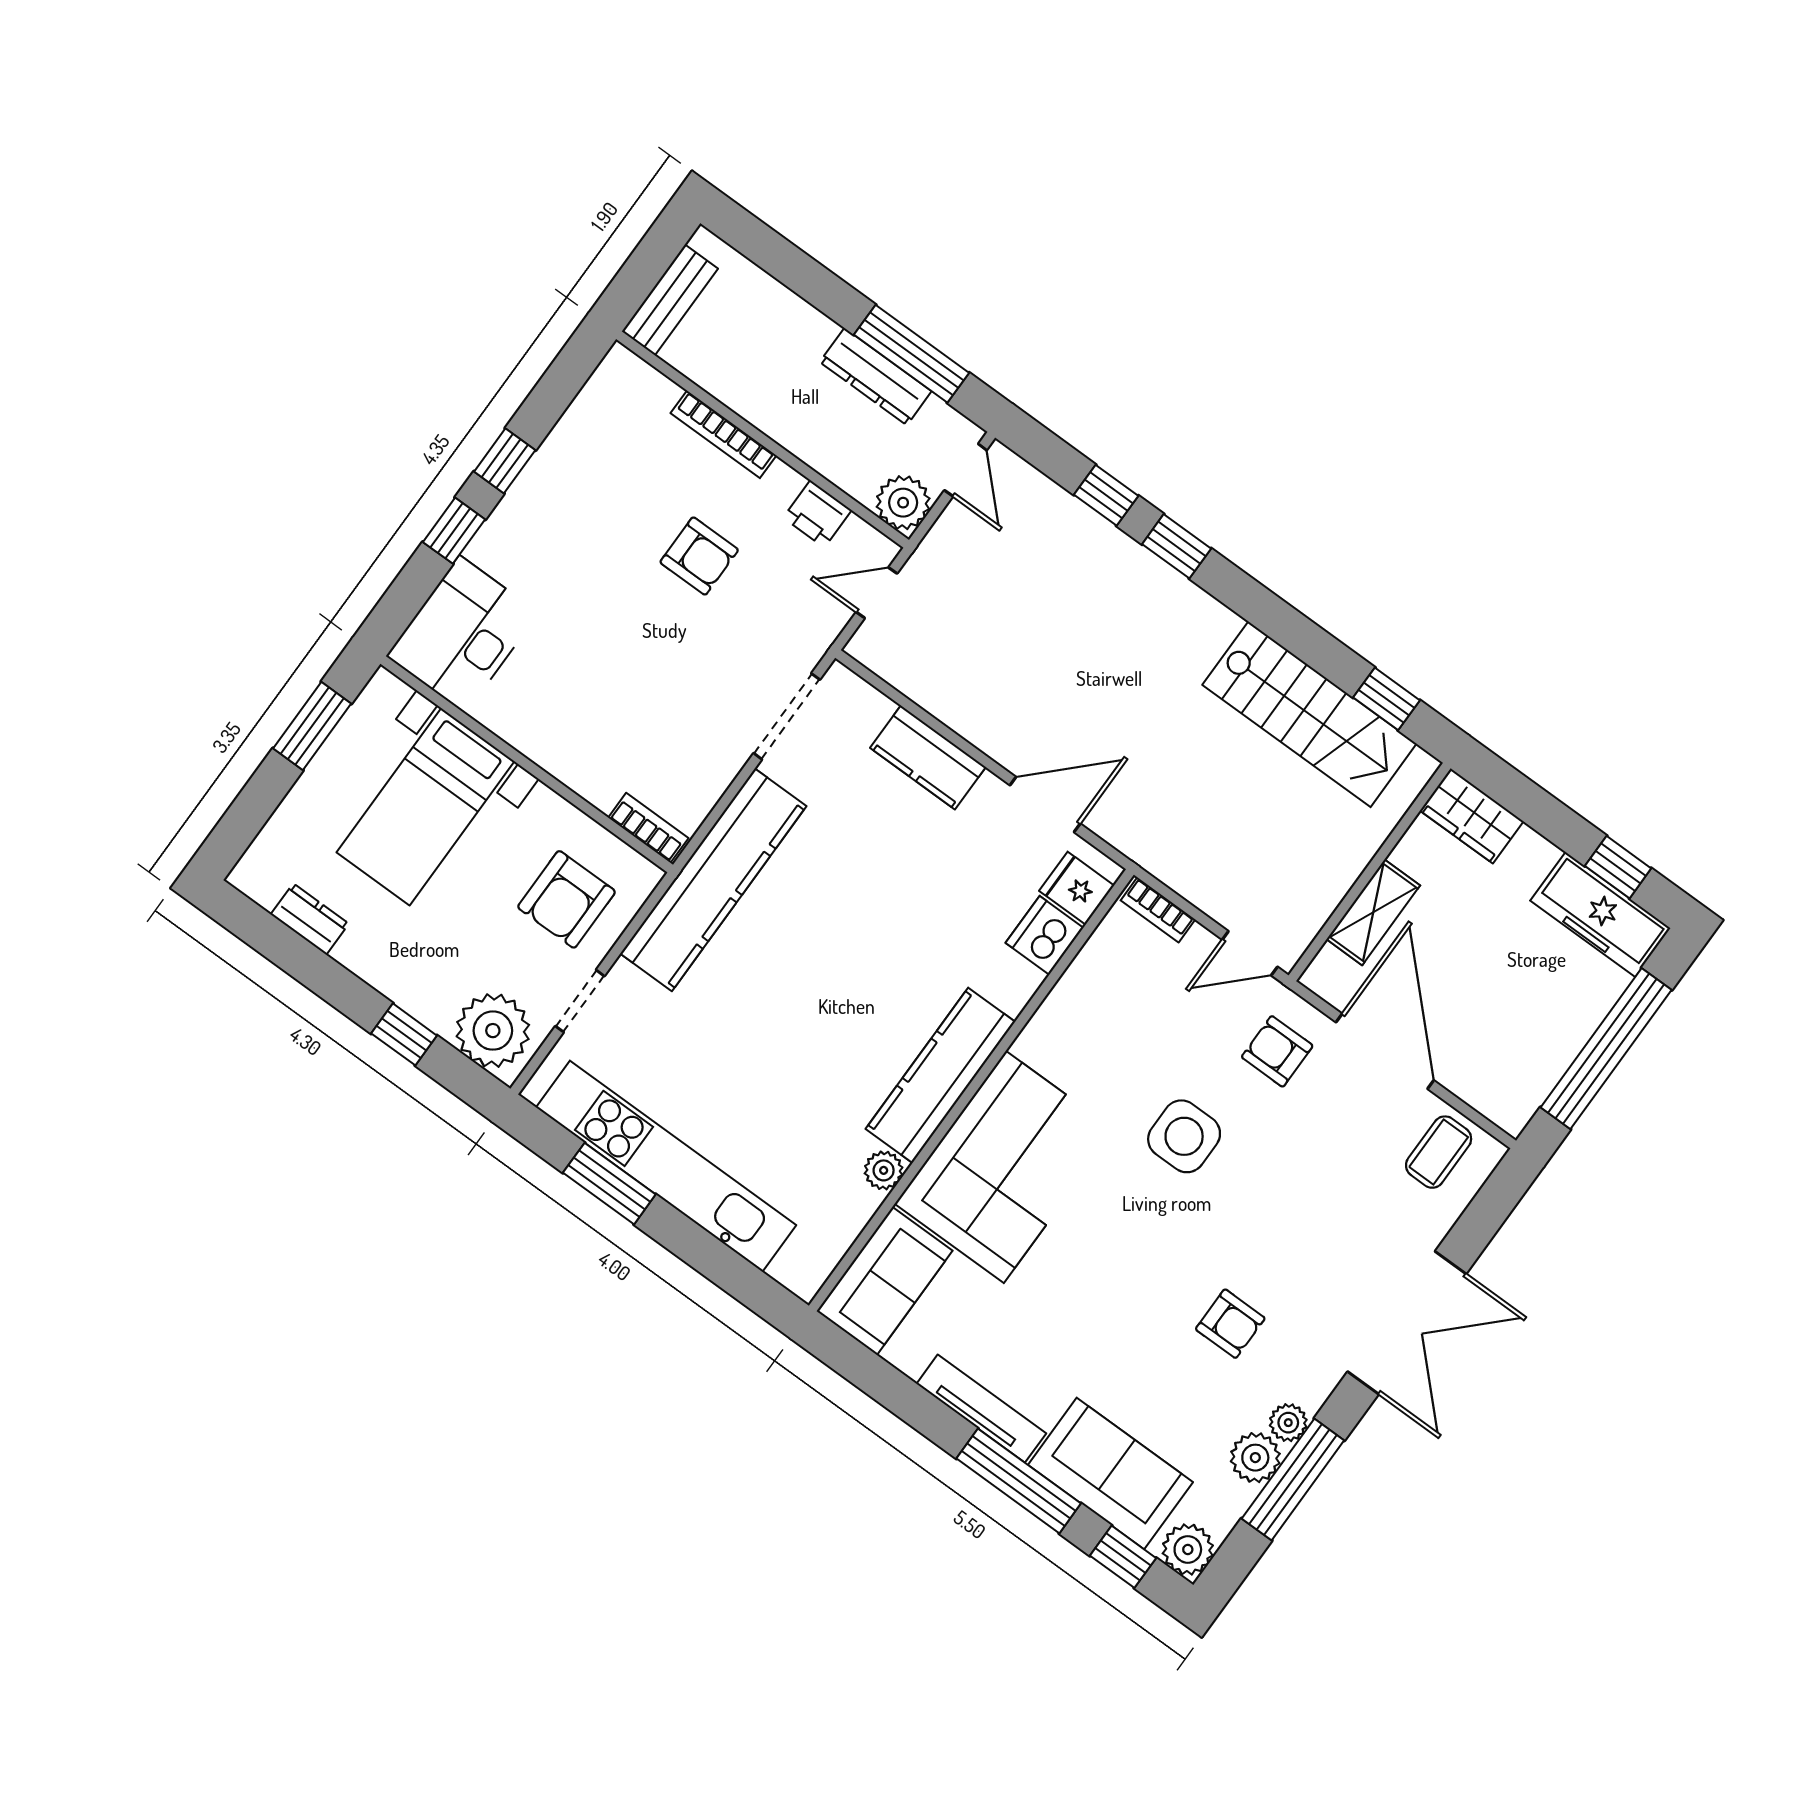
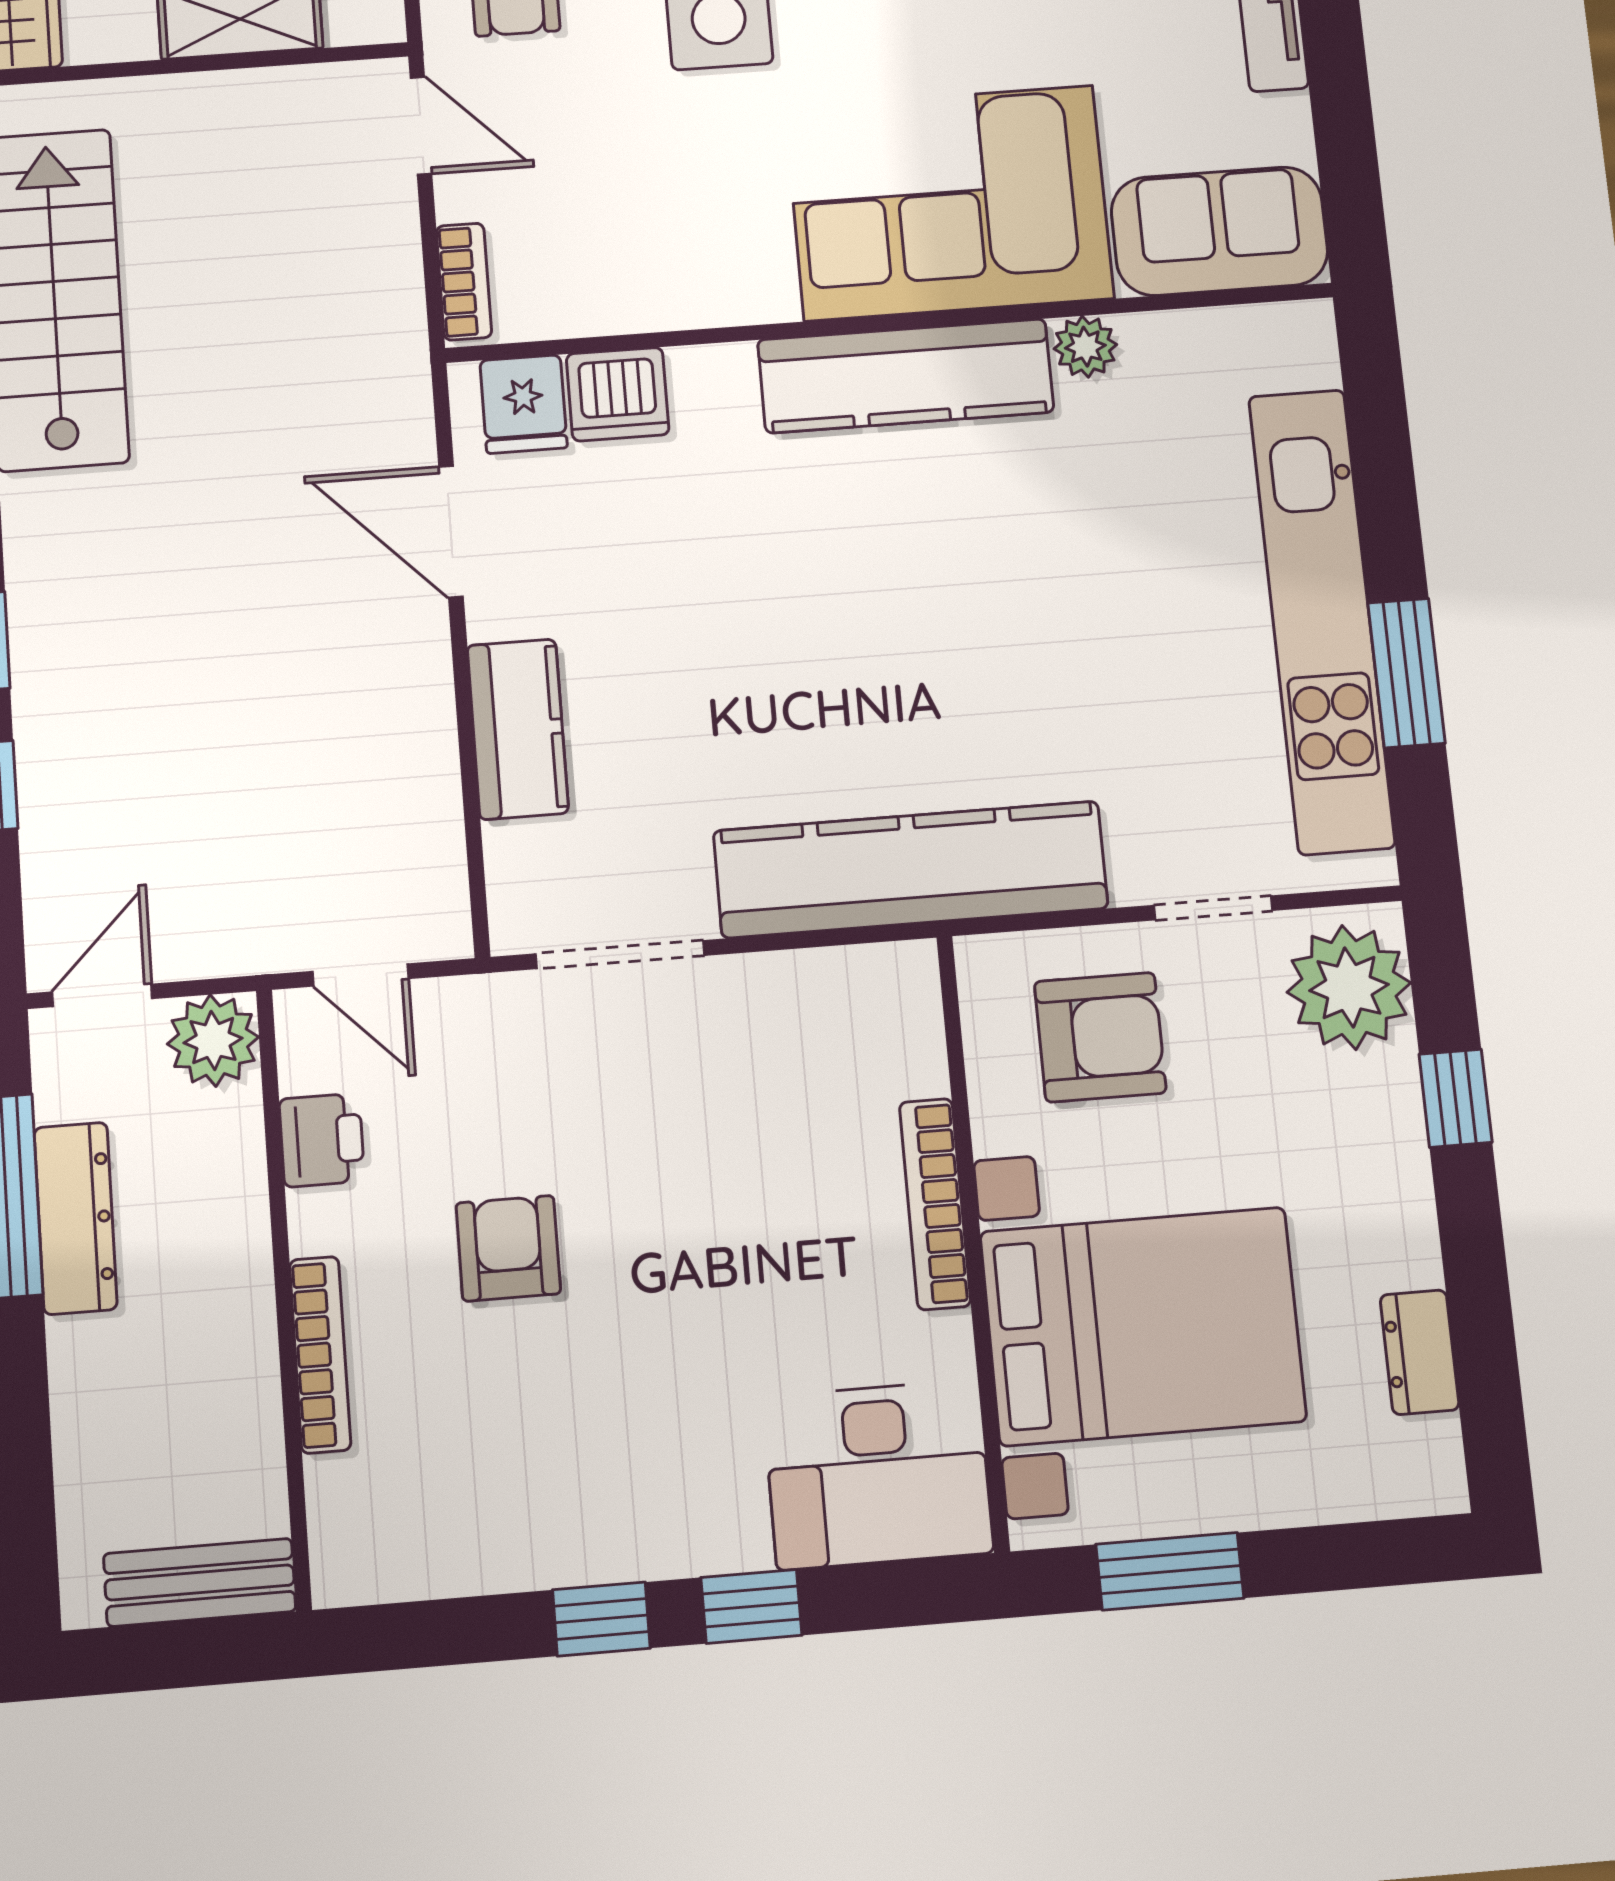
bed with nightstands: (425, 807) -> (1143, 1326), width x1.36
bookcase: (648, 828) -> (935, 1204), moved, width x1.56

